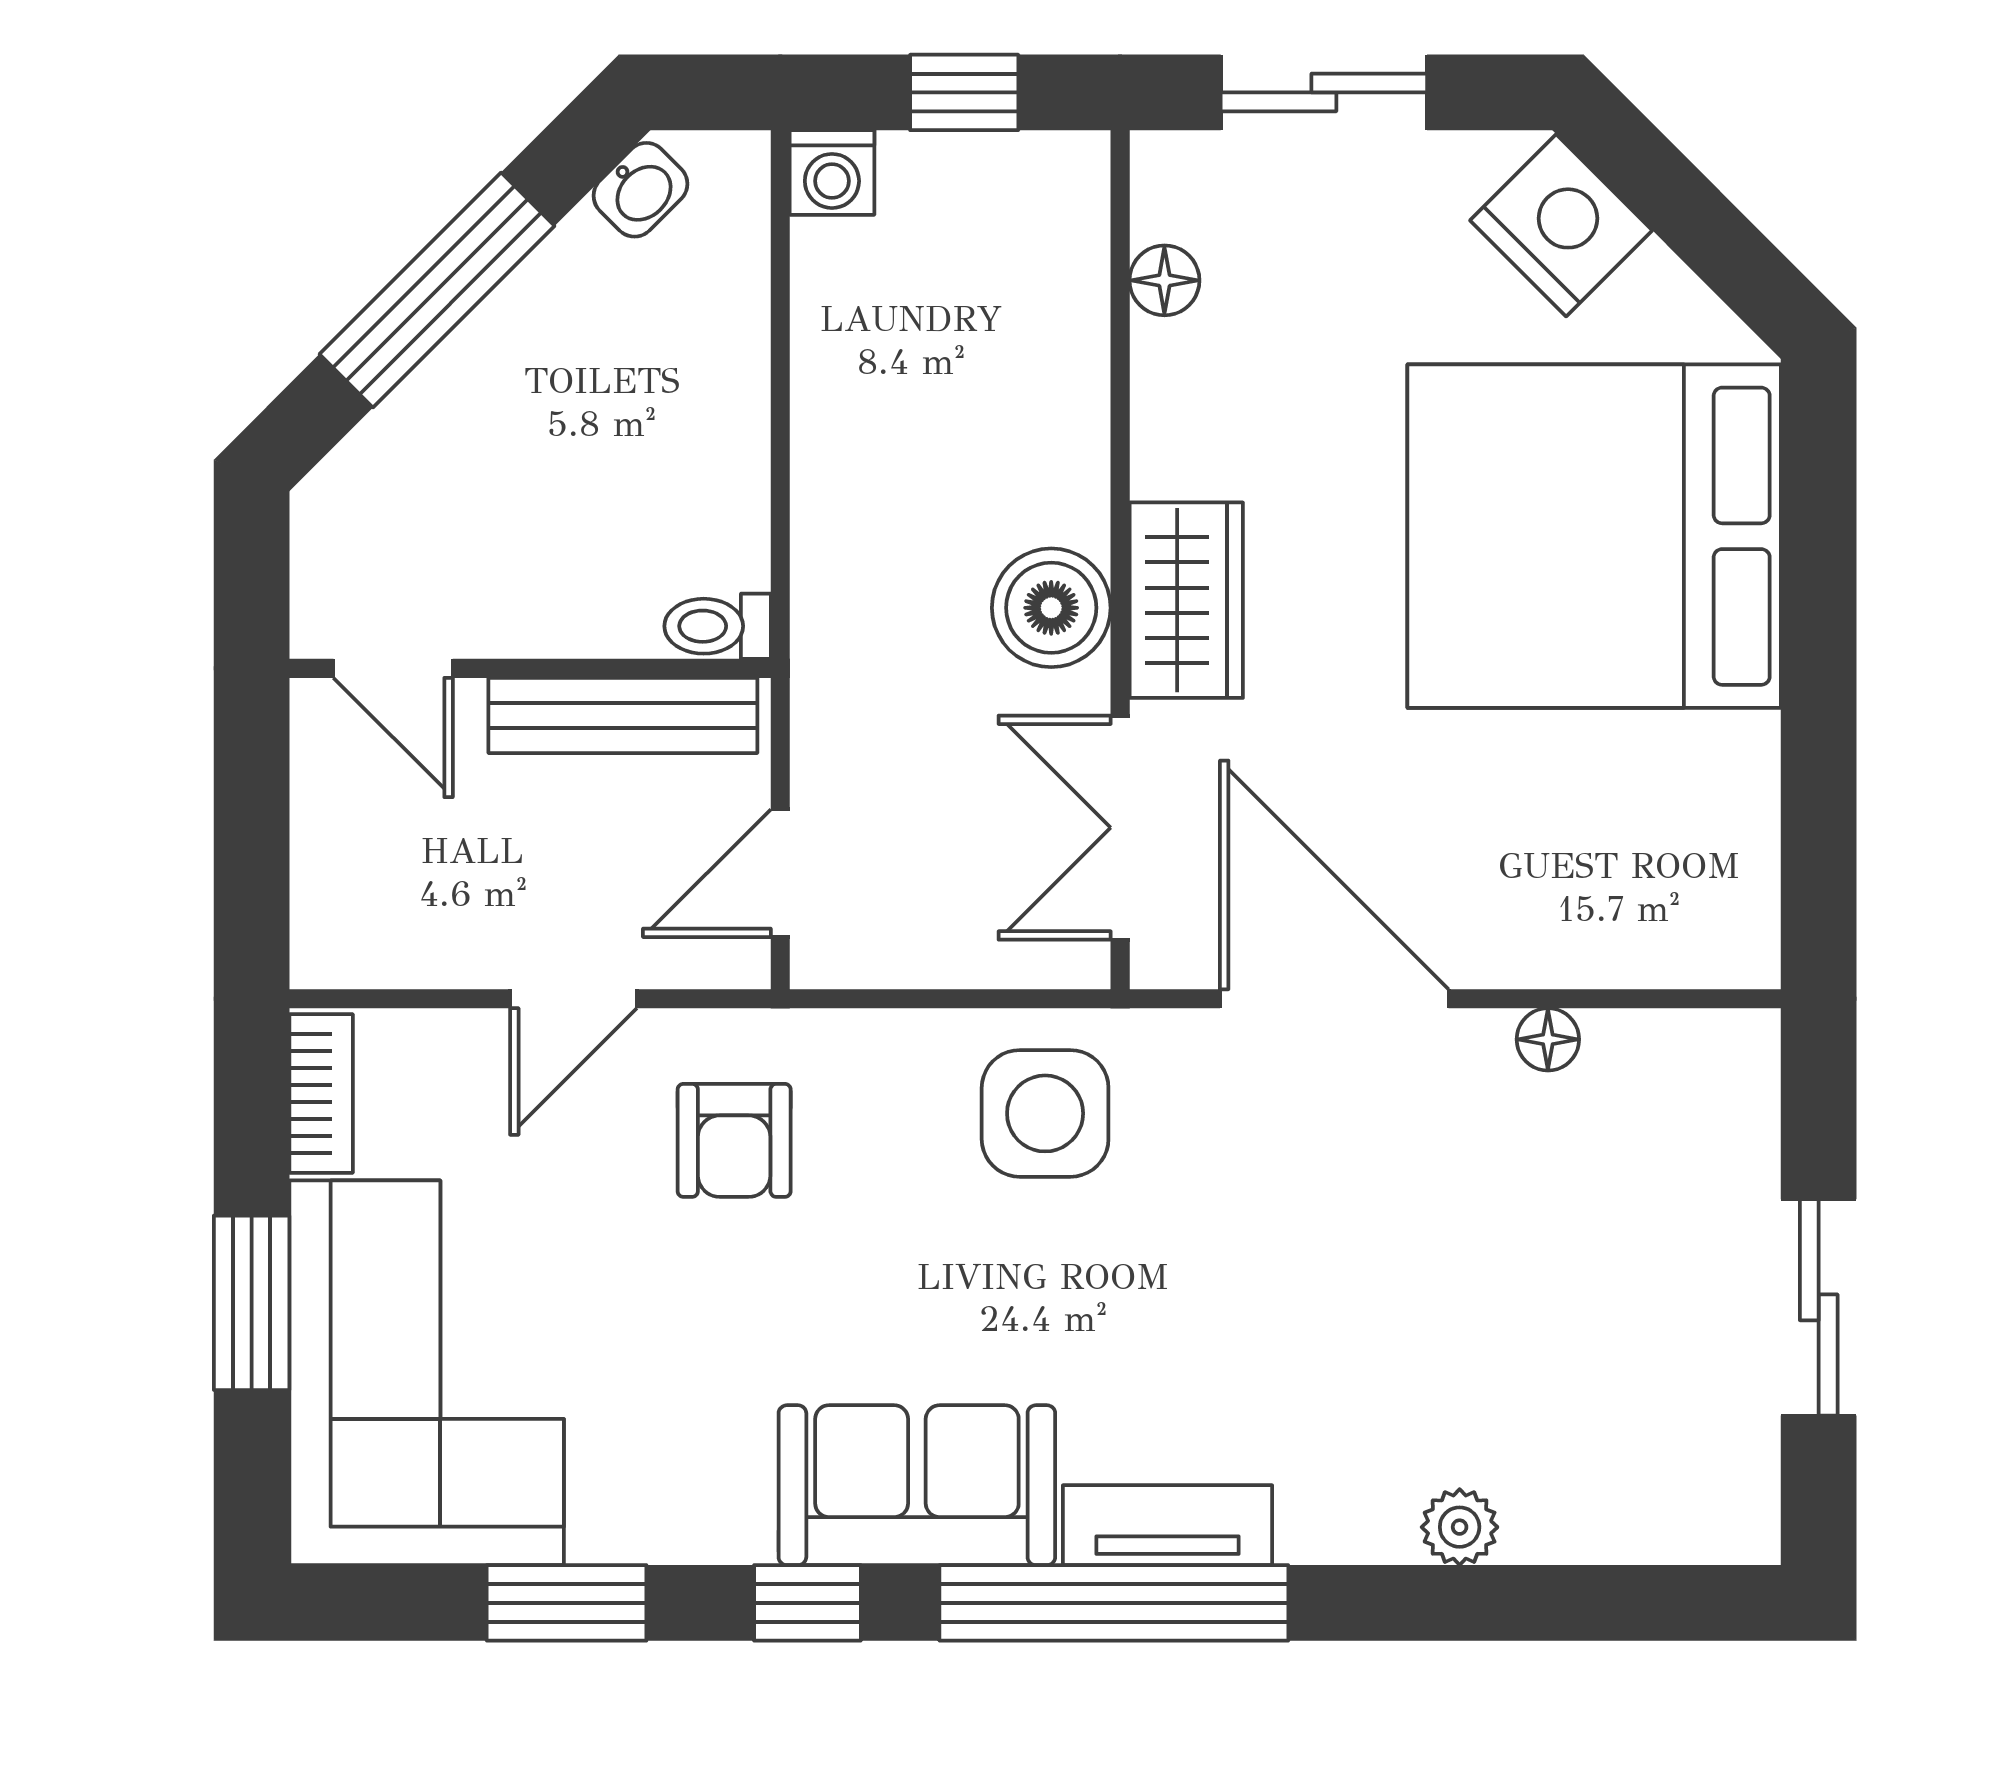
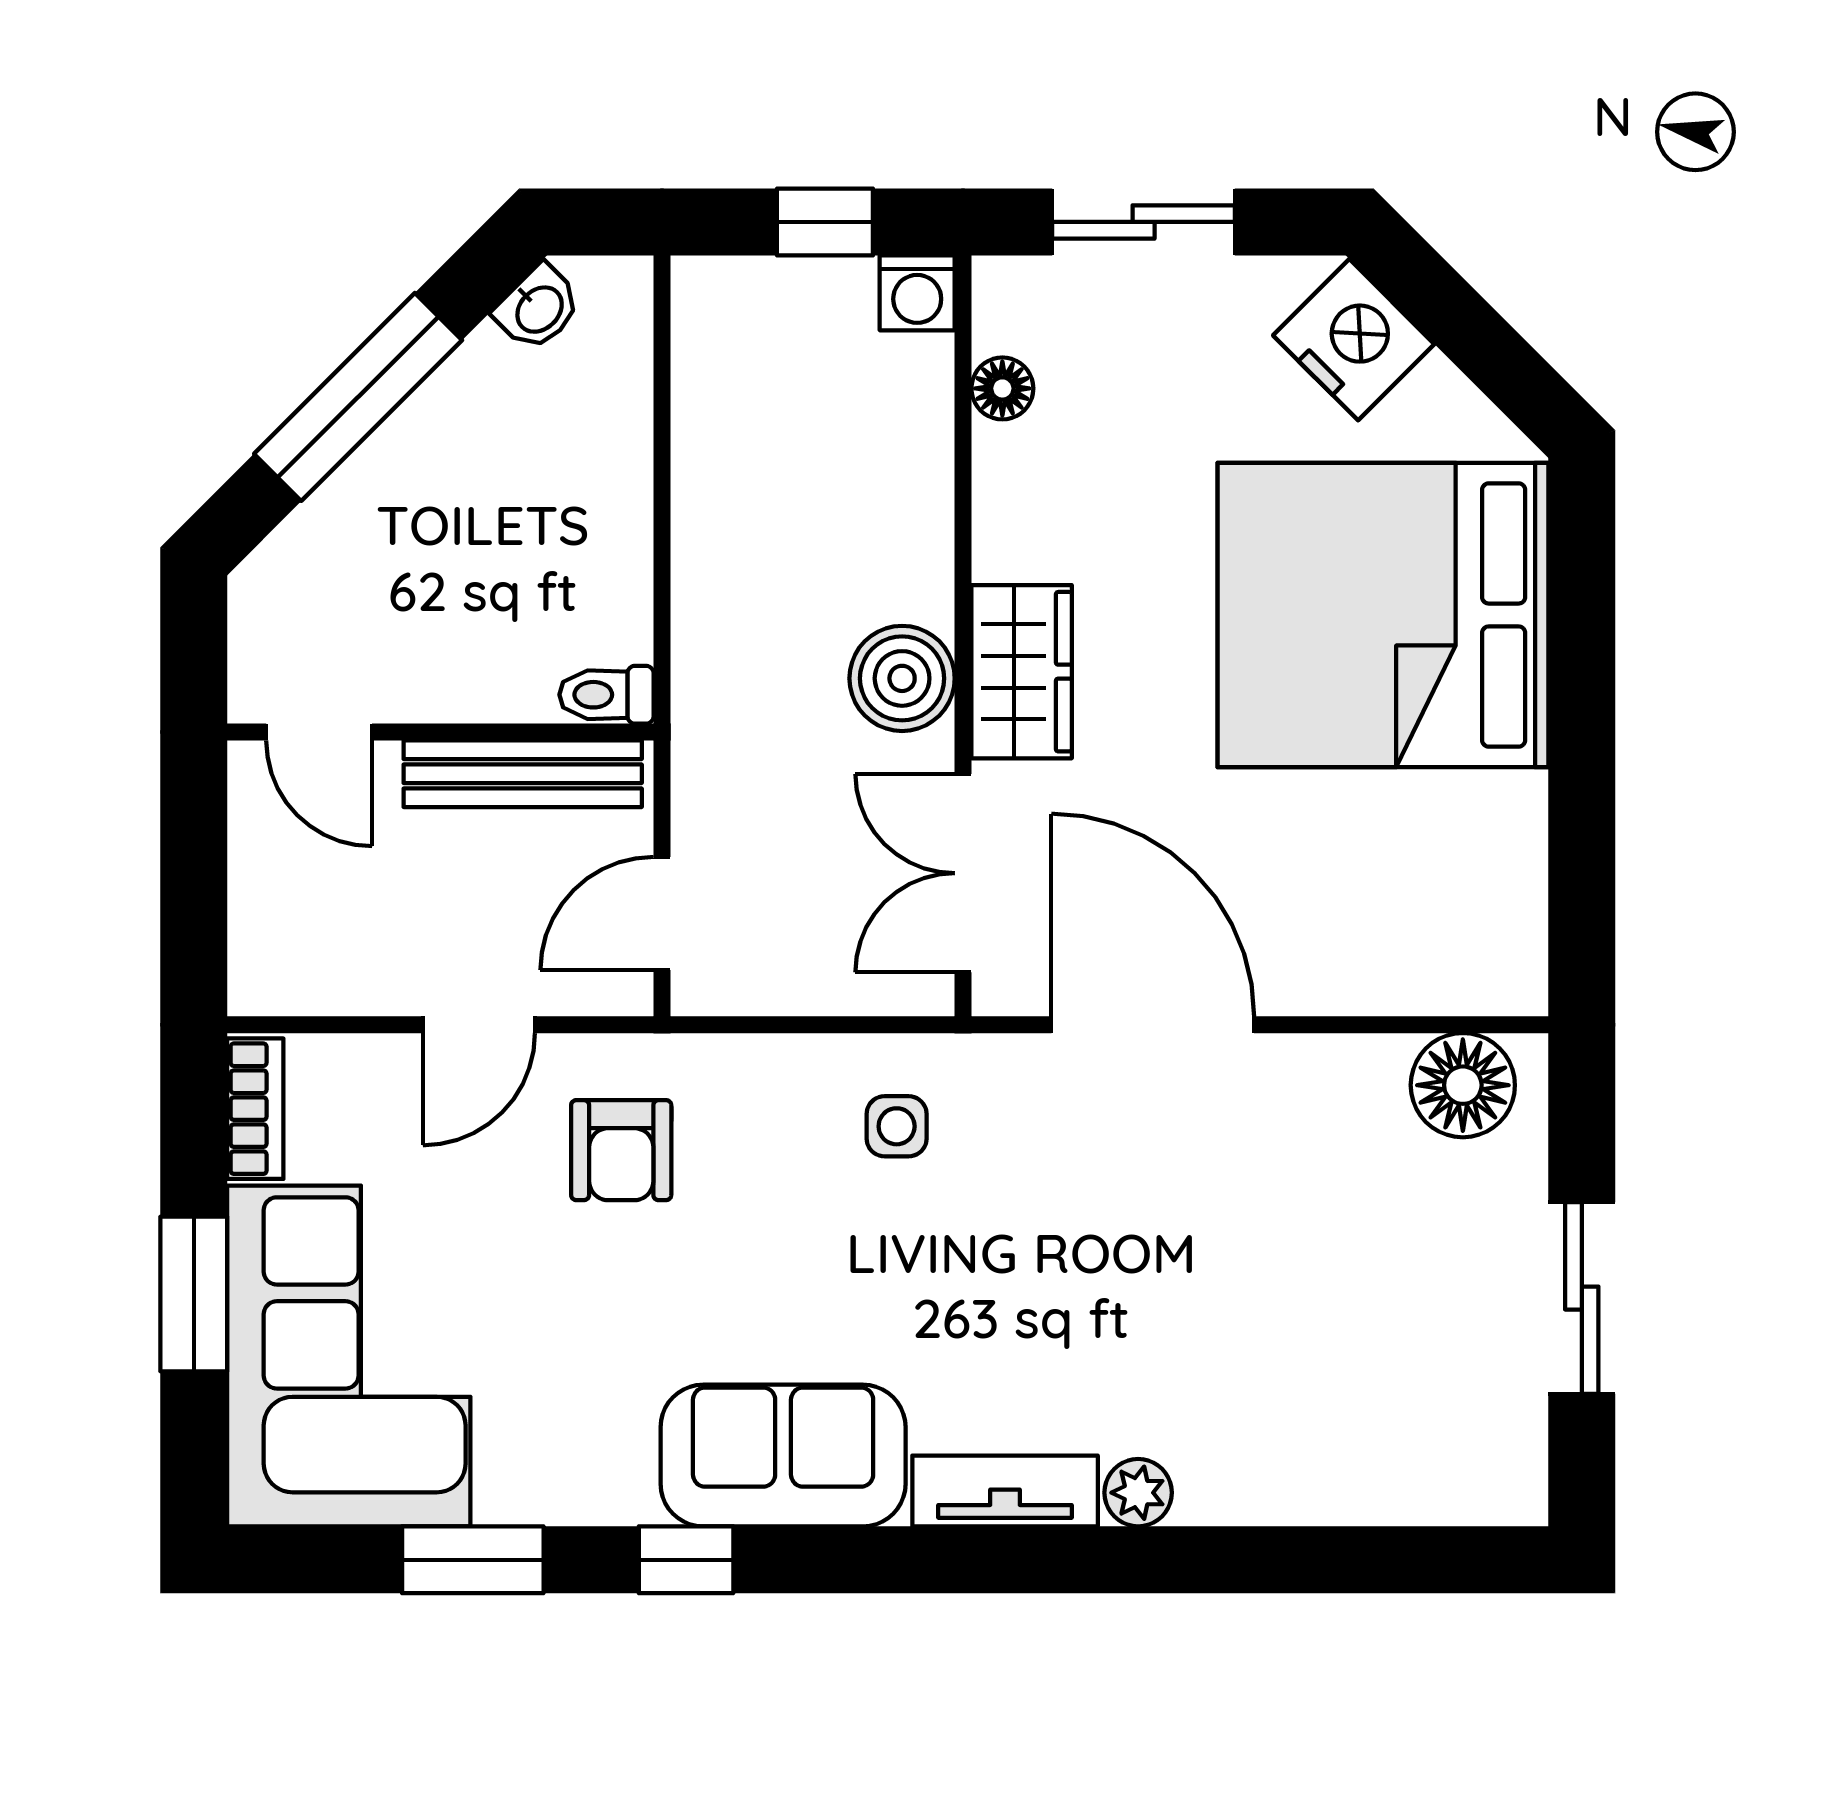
washing machine: (832, 173) -> (917, 293), moved
floor lamp: (1548, 1039) -> (1463, 1085), moved, width x1.89, depth x1.89
side table: (1045, 1113) -> (897, 1126), width x0.54, depth x0.54
plant: (1460, 1527) -> (1138, 1493), moved
window: (1114, 1603) -> (957, 1560), removed

